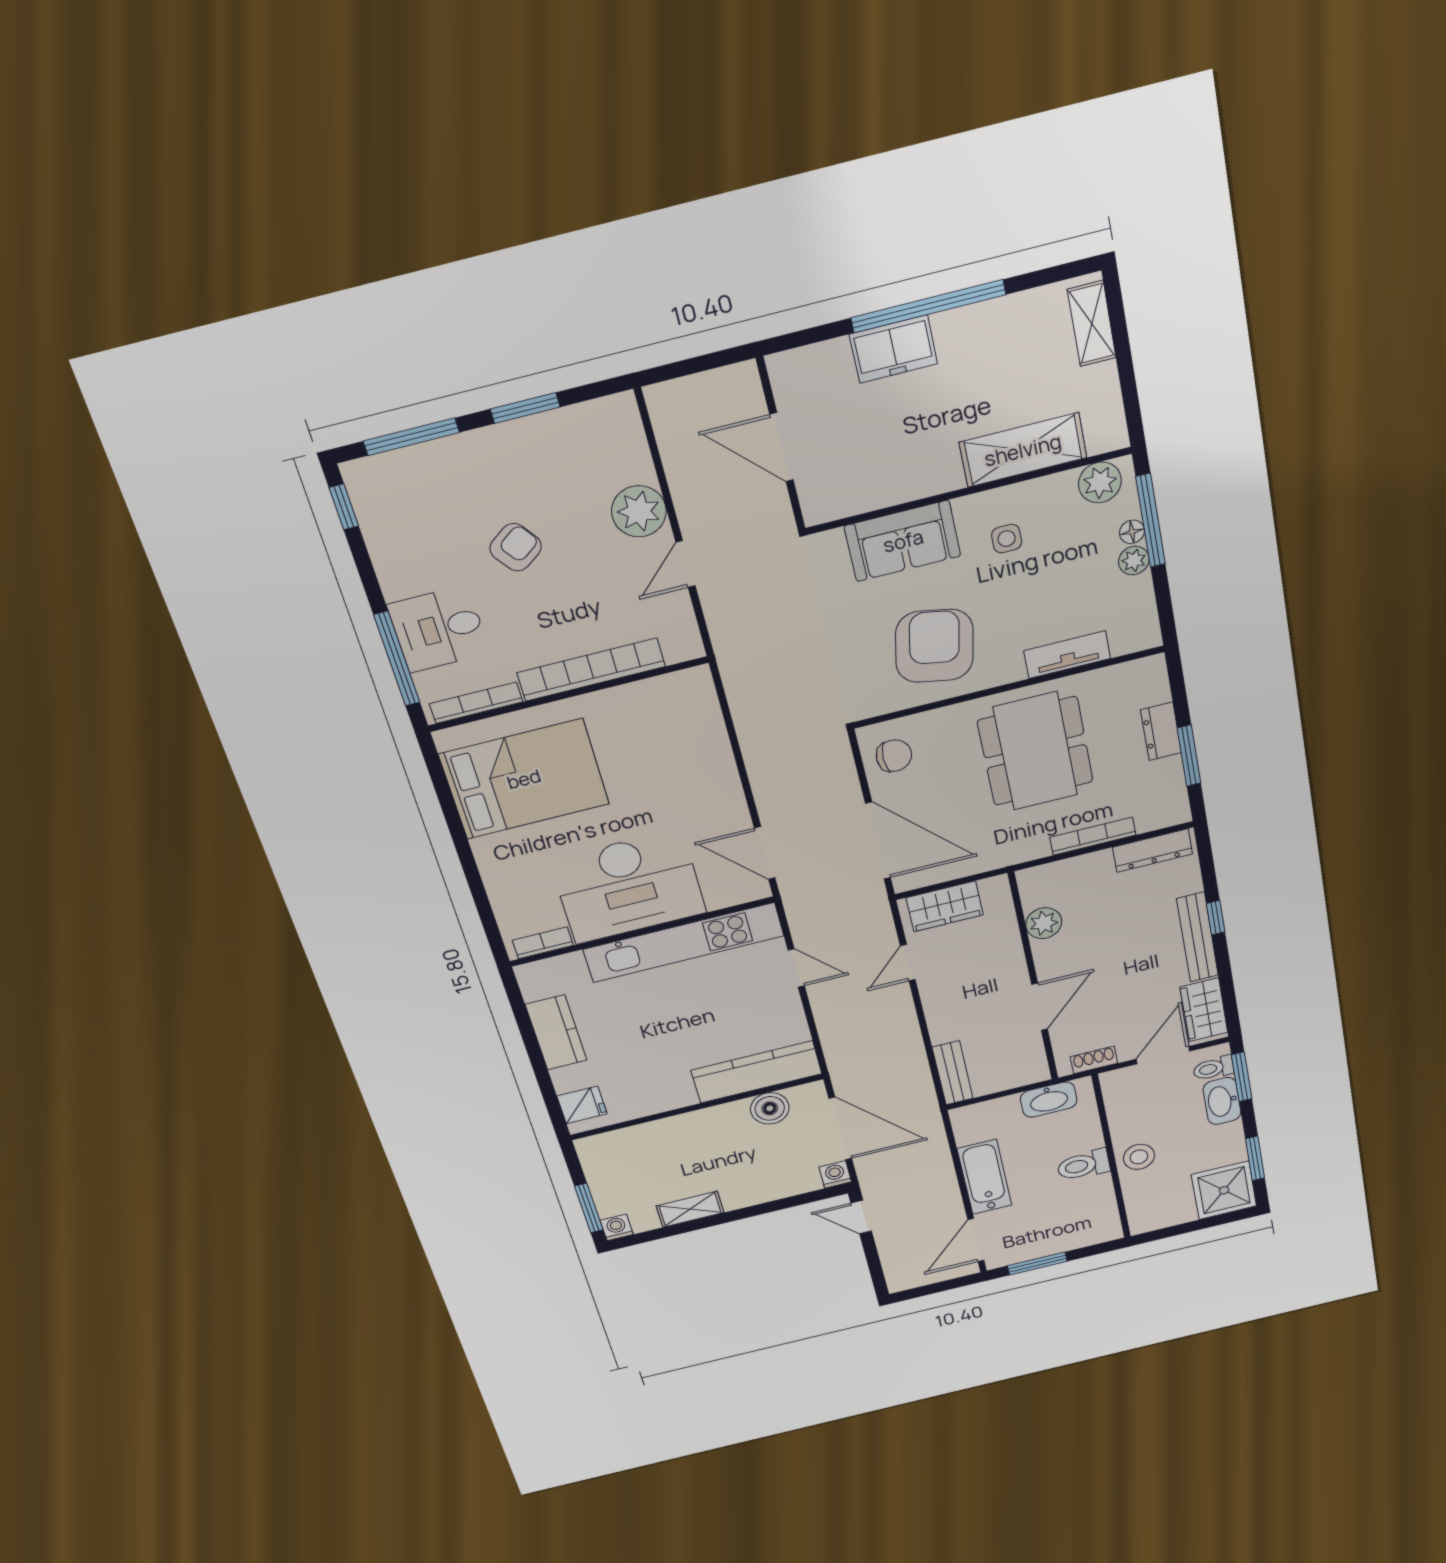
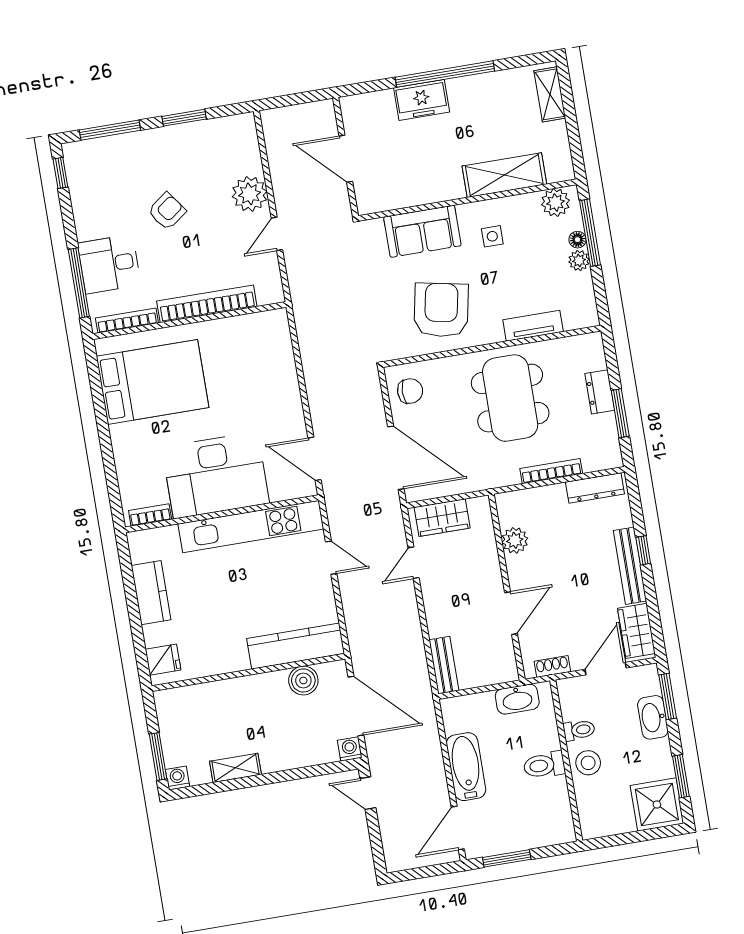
toilet: (1214, 1068) -> (579, 730), moved, turned 180

